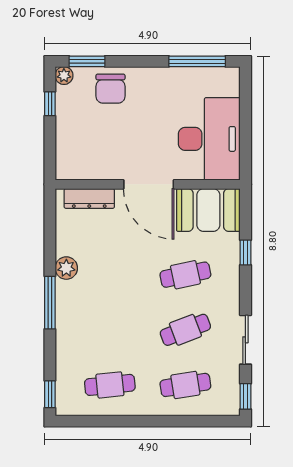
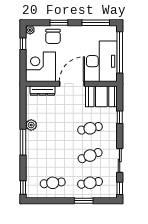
window: (87, 61) -> (59, 23), moved
window: (245, 121) -> (120, 52), added
corner desk: (85, 150) -> (41, 67), added
door: (149, 184) -> (72, 84), swing flipped
window: (172, 421) -> (84, 201), added

